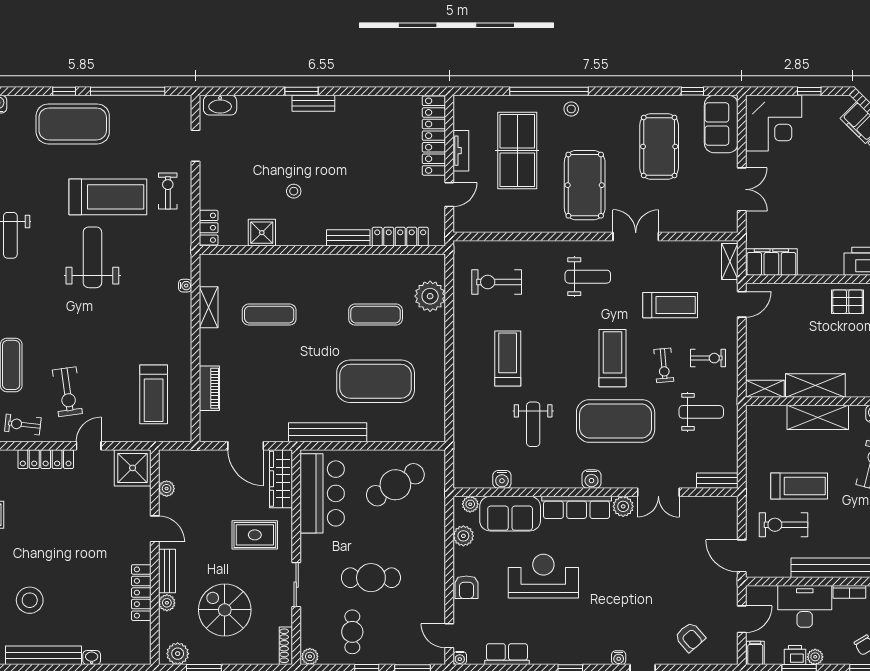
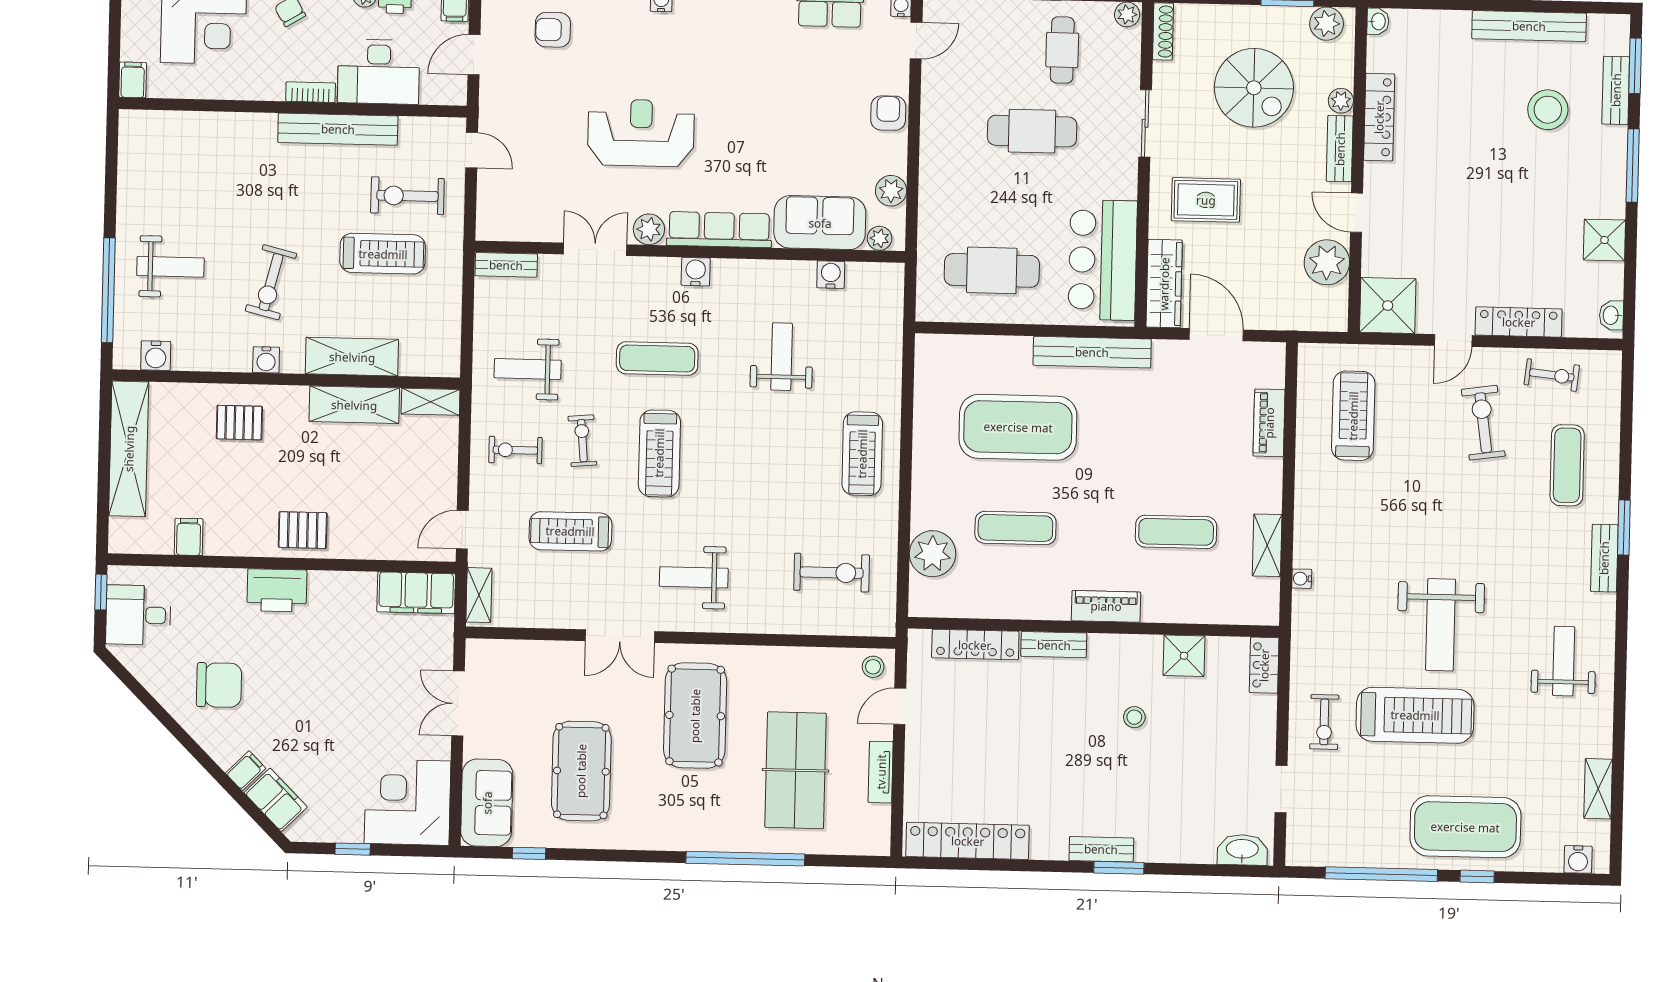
stool: (571, 109) -> (873, 667), moved
locker: (434, 136) -> (968, 841), moved, turned -90
treadmill: (108, 197) -> (1415, 715), turned 180
piano: (314, 264) -> (1106, 606), added
treadmill: (508, 358) -> (862, 454), moved
exercise mat: (616, 421) -> (657, 358), width x0.50, depth x0.69
cafe table: (395, 485) -> (992, 270), turned 30
treadmill: (799, 486) -> (383, 254), turned 180
plant: (167, 489) -> (1327, 262), width x1.88, depth x1.88
exercise bike: (784, 525) -> (407, 196), turned 180
door: (742, 556) -> (472, 150), width x0.73
reception desk: (543, 576) -> (641, 133), moved, turned 180
door: (449, 636) -> (916, 41), hinge flipped
armchair: (690, 637) -> (553, 30), turned -49
washbasin: (92, 658) -> (1378, 21), moved, turned -90

